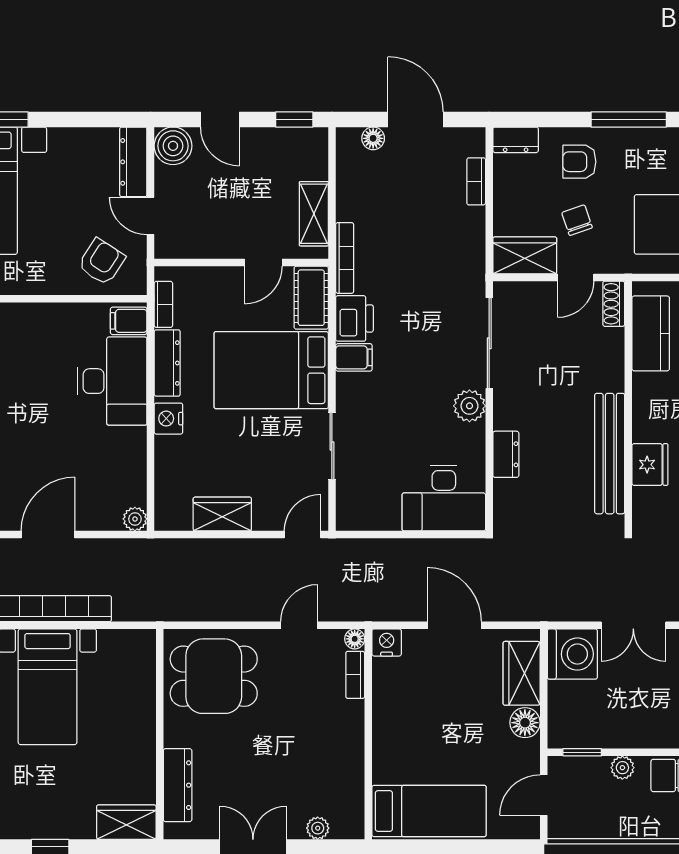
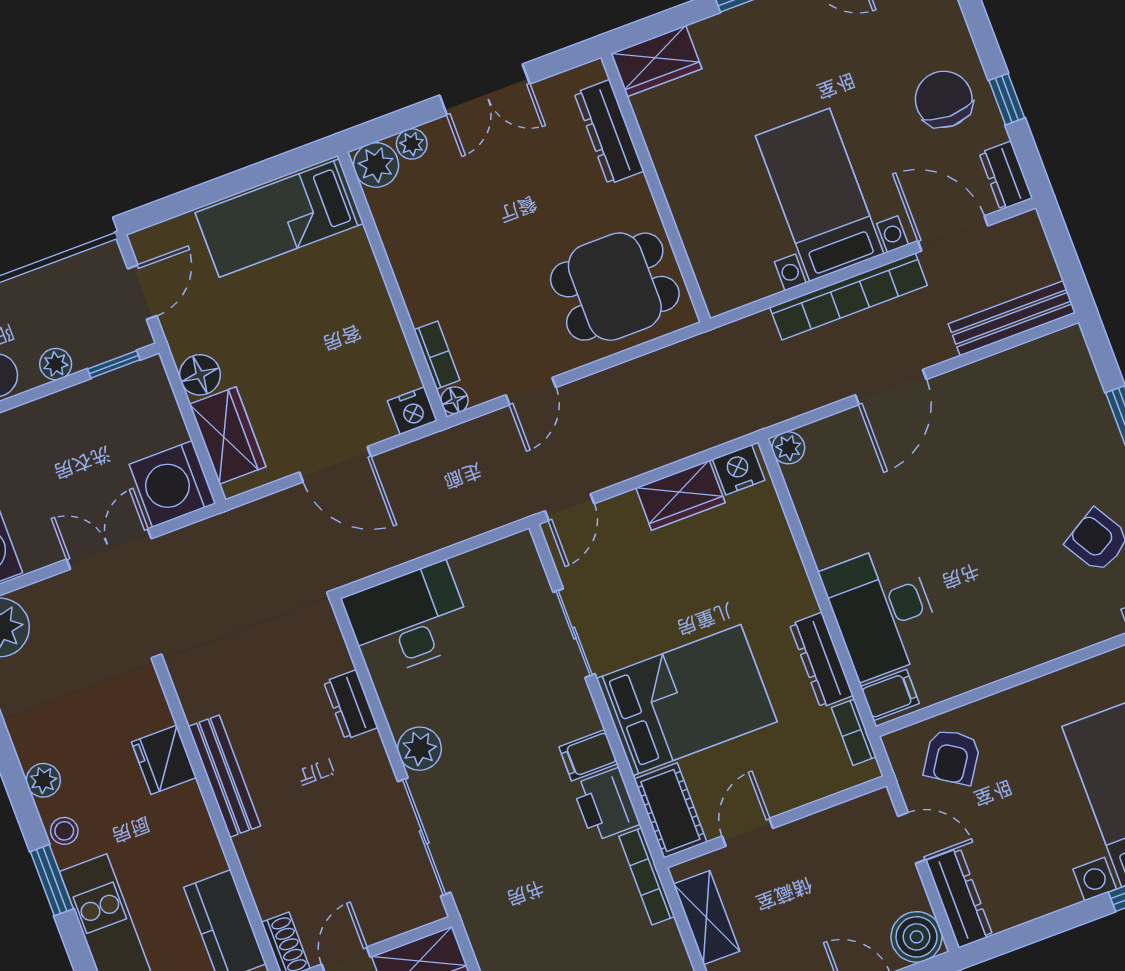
nightstand: (168, 419) -> (739, 470), moved, turned -90
bench: (610, 454) -> (224, 776), width x0.73, depth x0.82
plant: (348, 823) -> (376, 165), added

